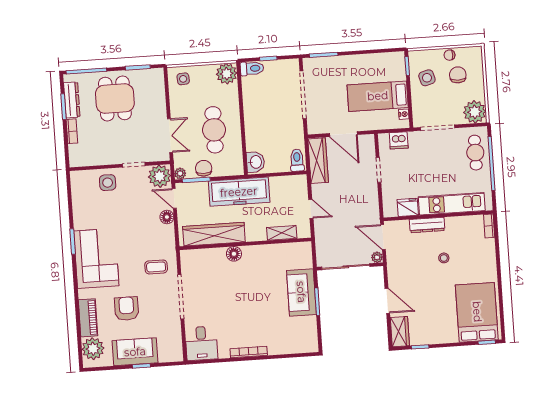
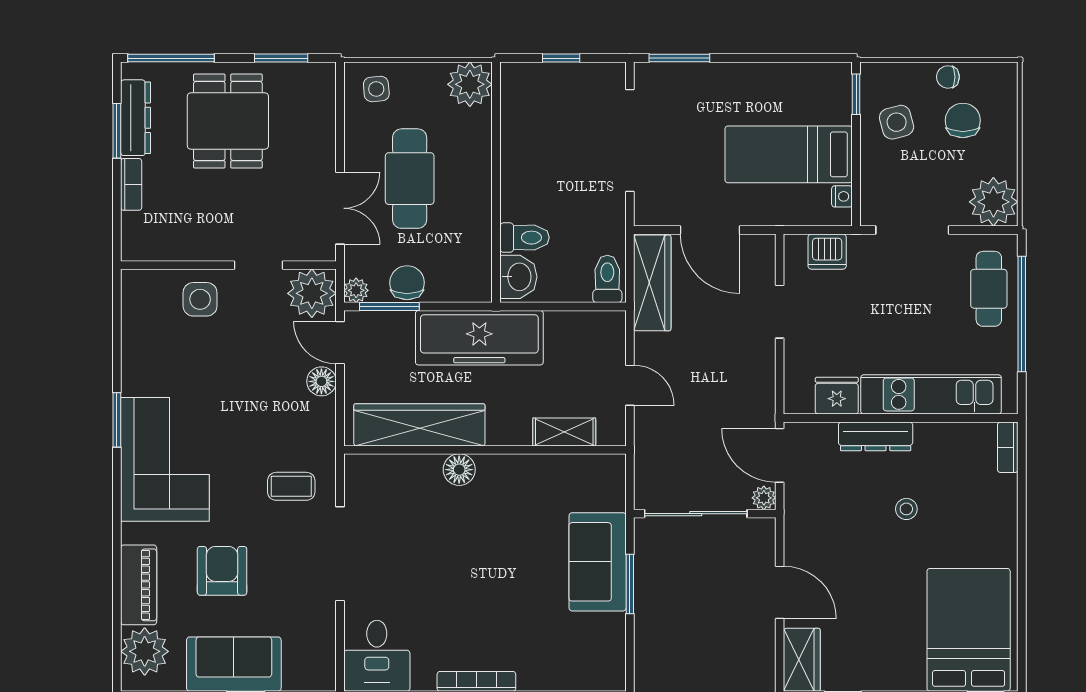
toilet: (252, 68) -> (525, 238), moved
cafe table: (214, 130) -> (410, 179), moved

